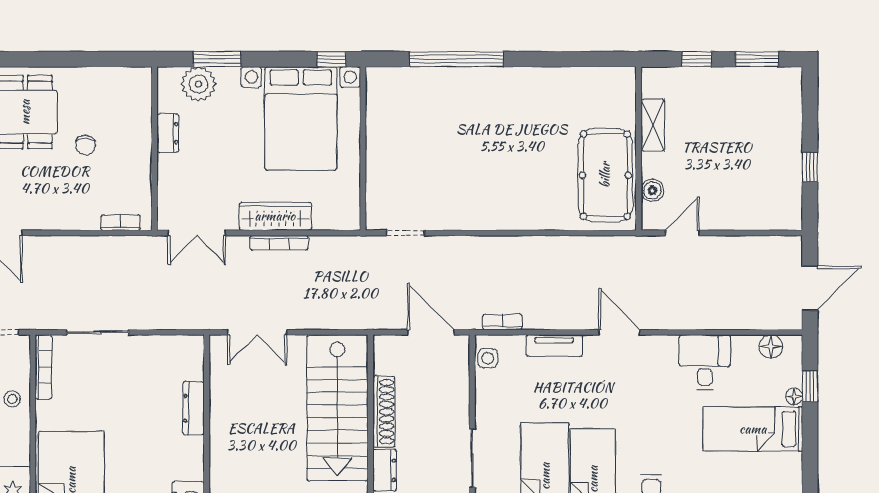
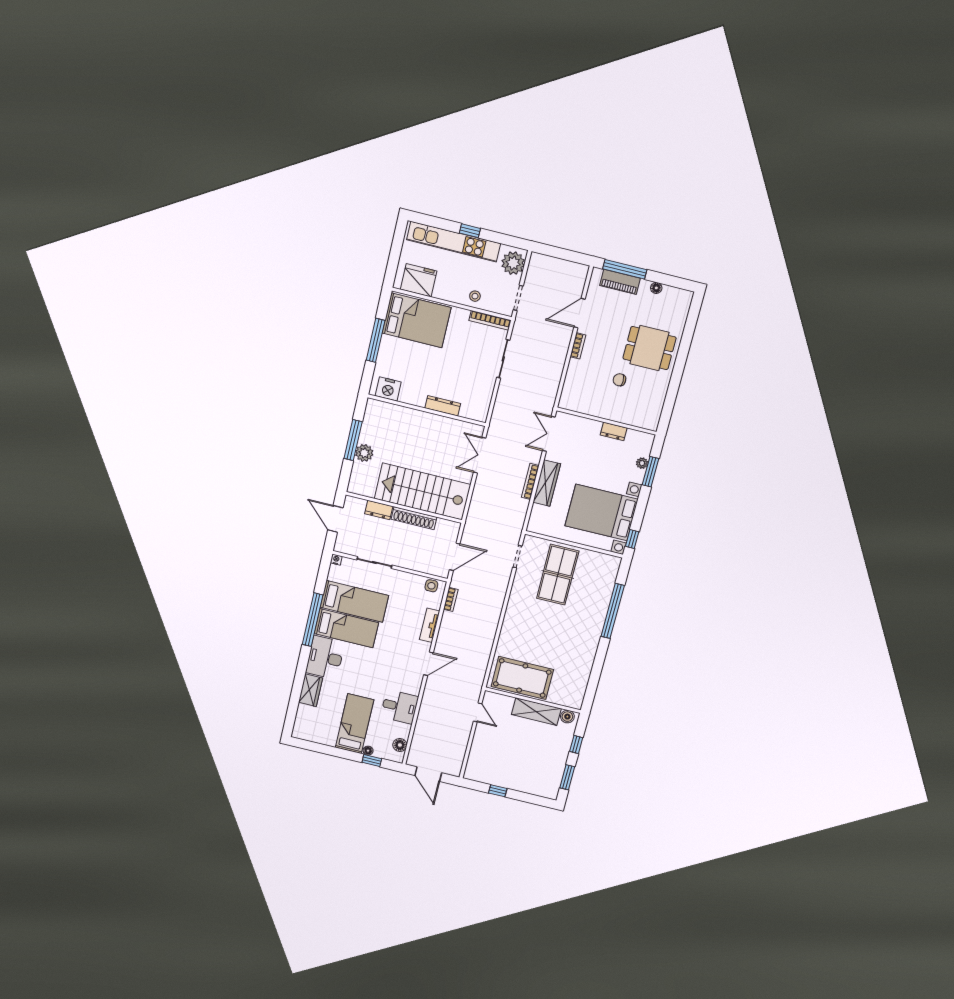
plant: (198, 84) -> (642, 463), width x0.53, depth x0.53
shelving: (653, 125) -> (536, 712), width x1.50, depth x1.33
table tennis table: (419, 162) -> (558, 575), added
boiler: (652, 190) -> (567, 717), moved
bookcase: (121, 223) -> (578, 346), moved

